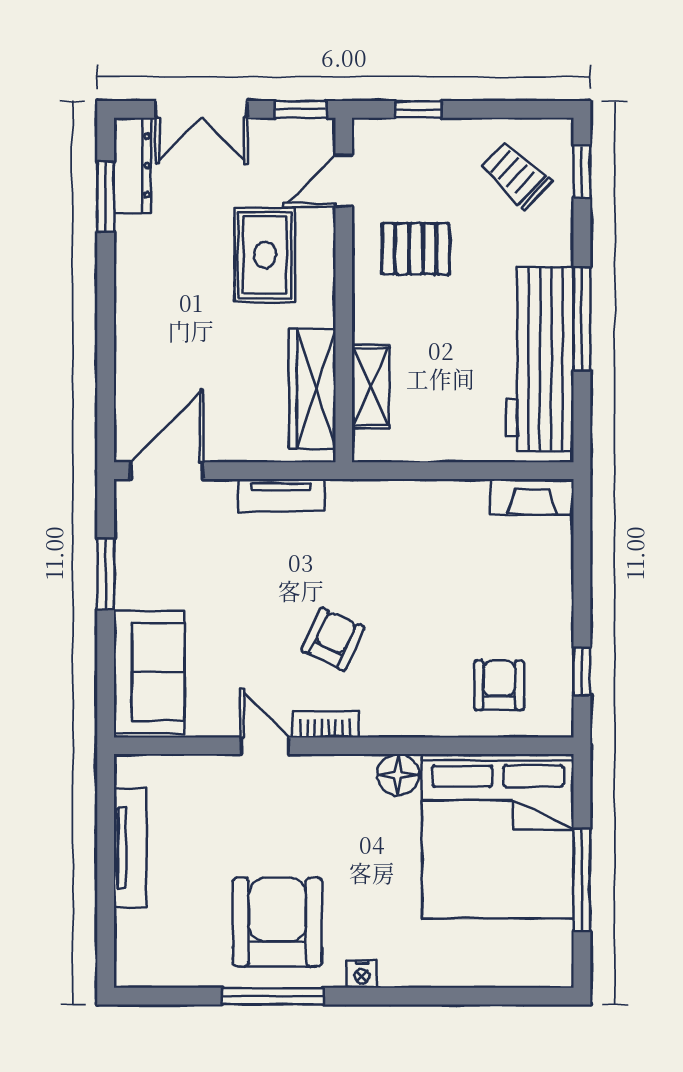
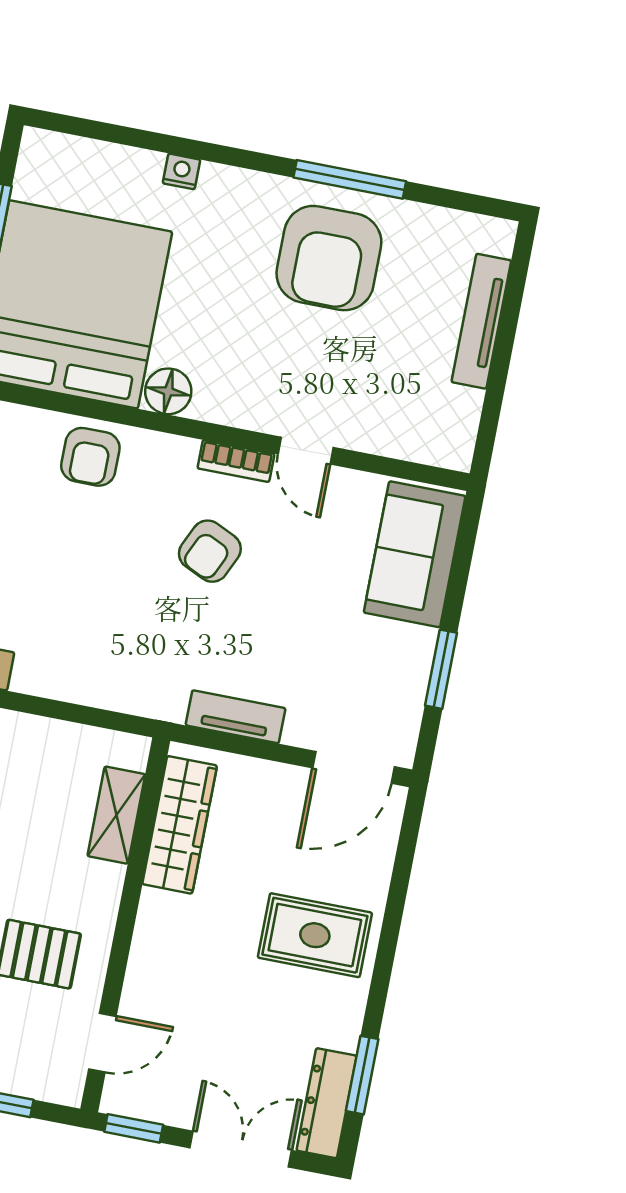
rug: (265, 255) -> (315, 935), moved, turned 90
armchair: (499, 685) -> (90, 457), moved
tv unit: (130, 848) -> (481, 321), moved
nightstand: (362, 974) -> (181, 171), moved

